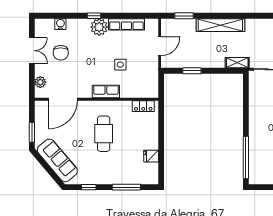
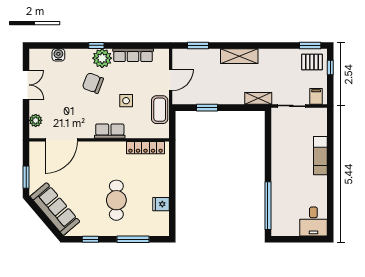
shelving: (220, 25) -> (239, 56), width x0.68
chair: (61, 53) -> (93, 83), moved, turned 111
coffee table: (150, 73) -> (160, 110), added
locker: (143, 106) -> (146, 148), width x1.53
cafe table: (104, 134) -> (116, 200), moved

